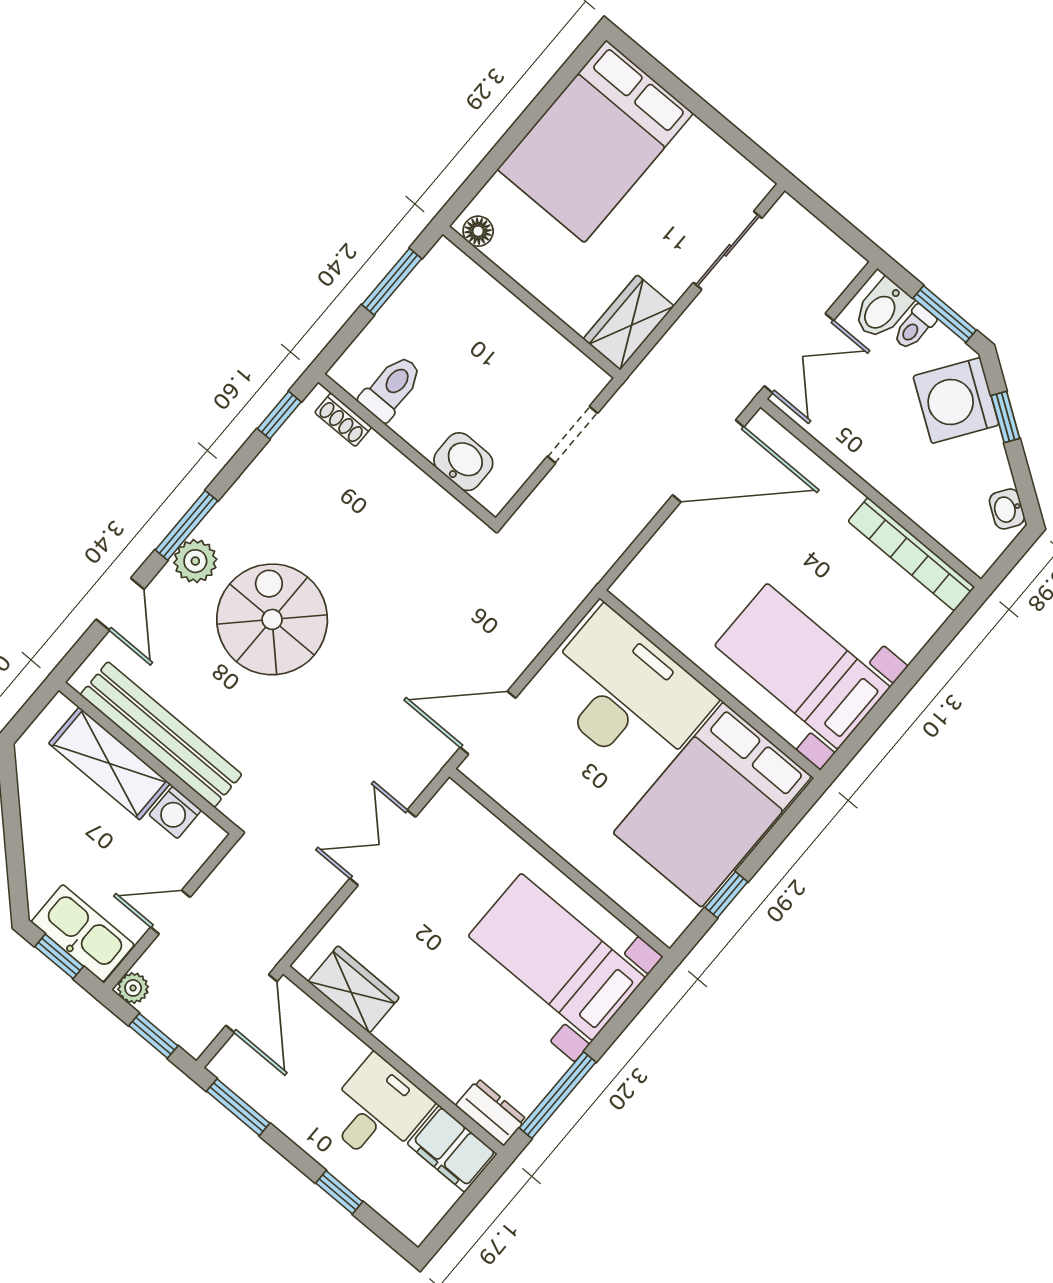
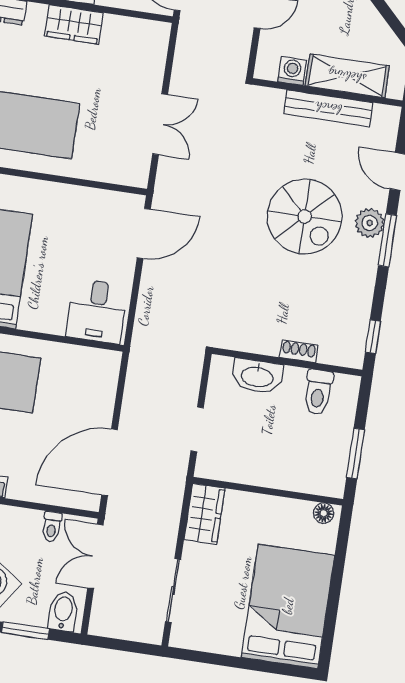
toilet: (914, 327) -> (52, 527), moved, turned 180
shoe rack: (343, 420) -> (299, 351), moved
washbasin: (463, 462) -> (257, 376), width x1.38
desk: (626, 694) -> (97, 311), width x0.53, depth x0.77
bench: (161, 735) -> (328, 108), width x0.73, depth x0.82
wardrobe: (354, 989) -> (74, 24), moved

